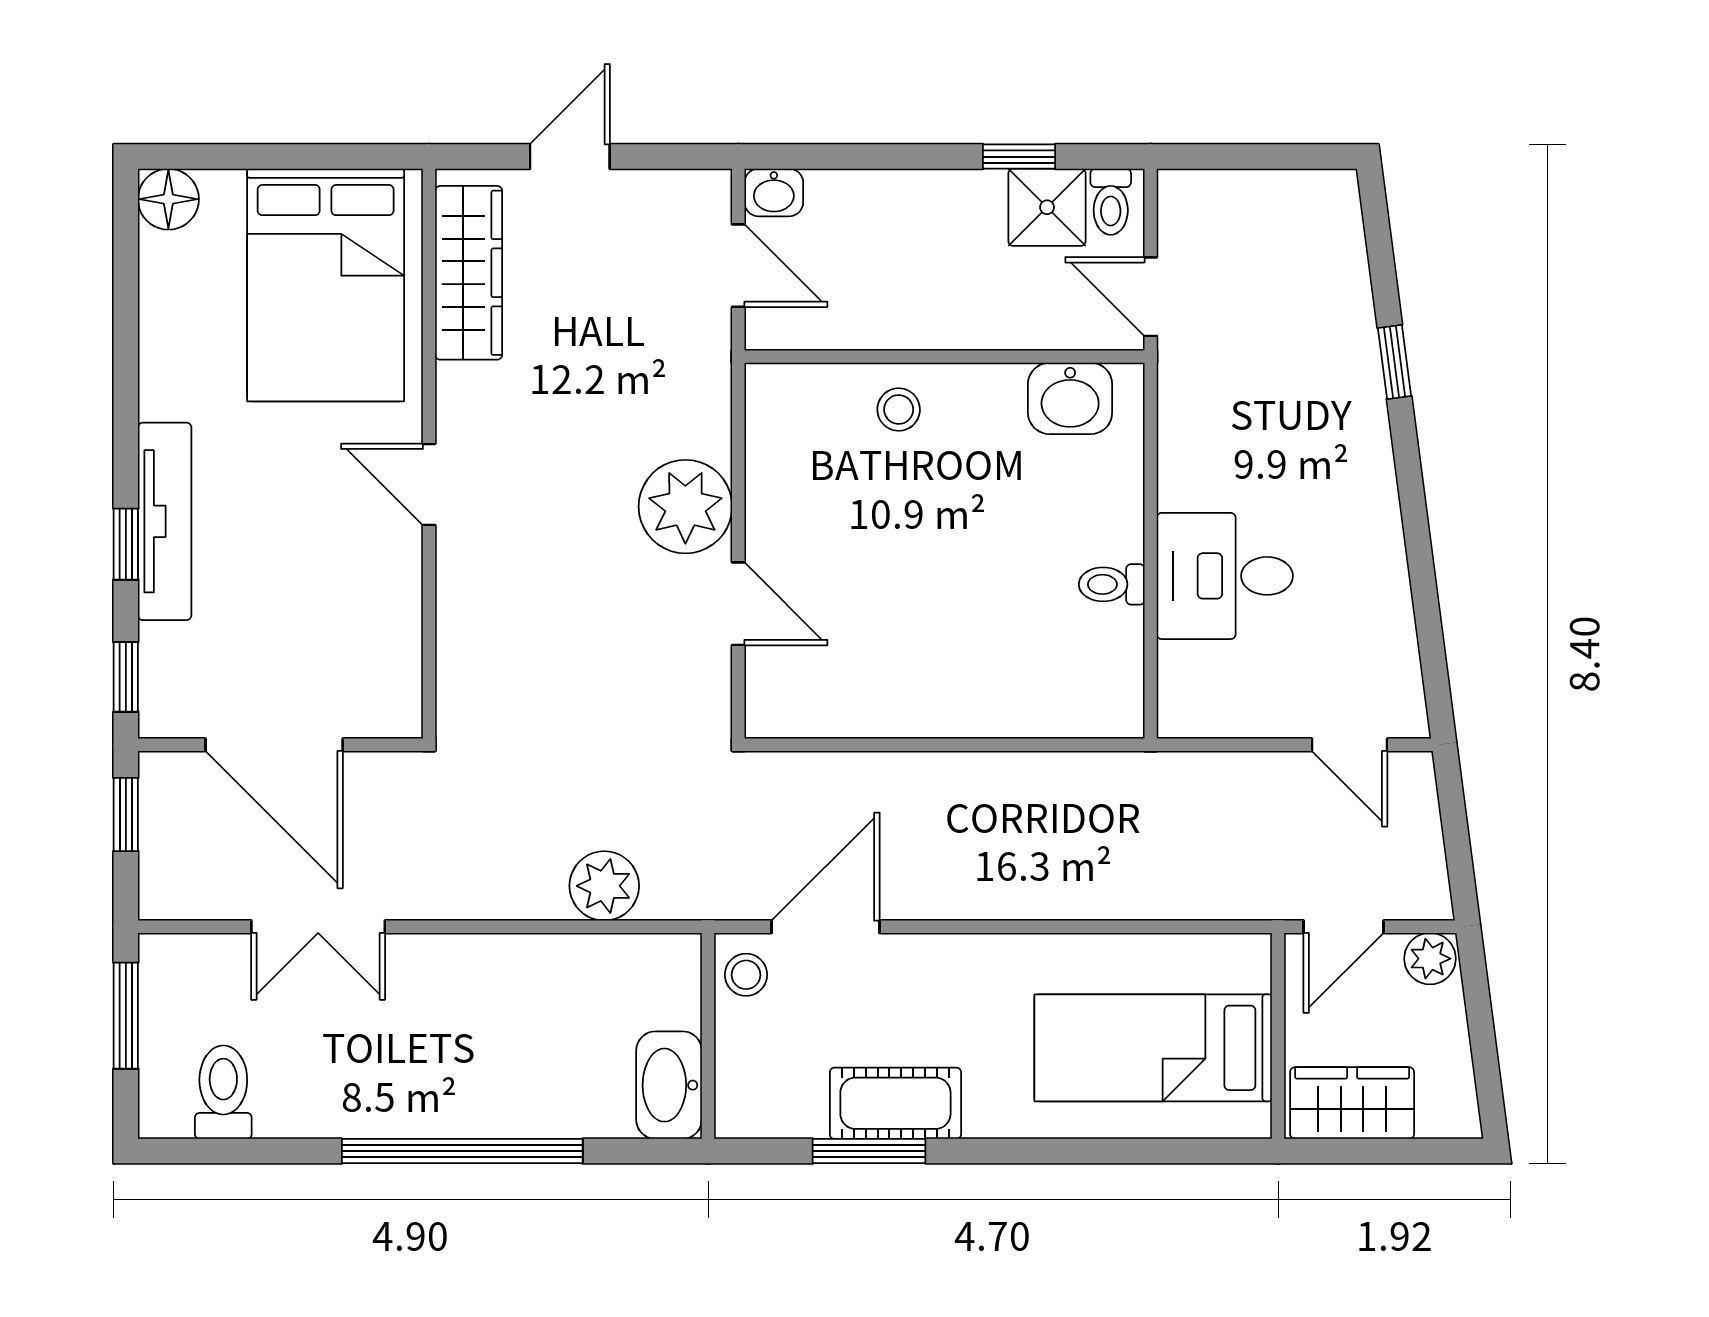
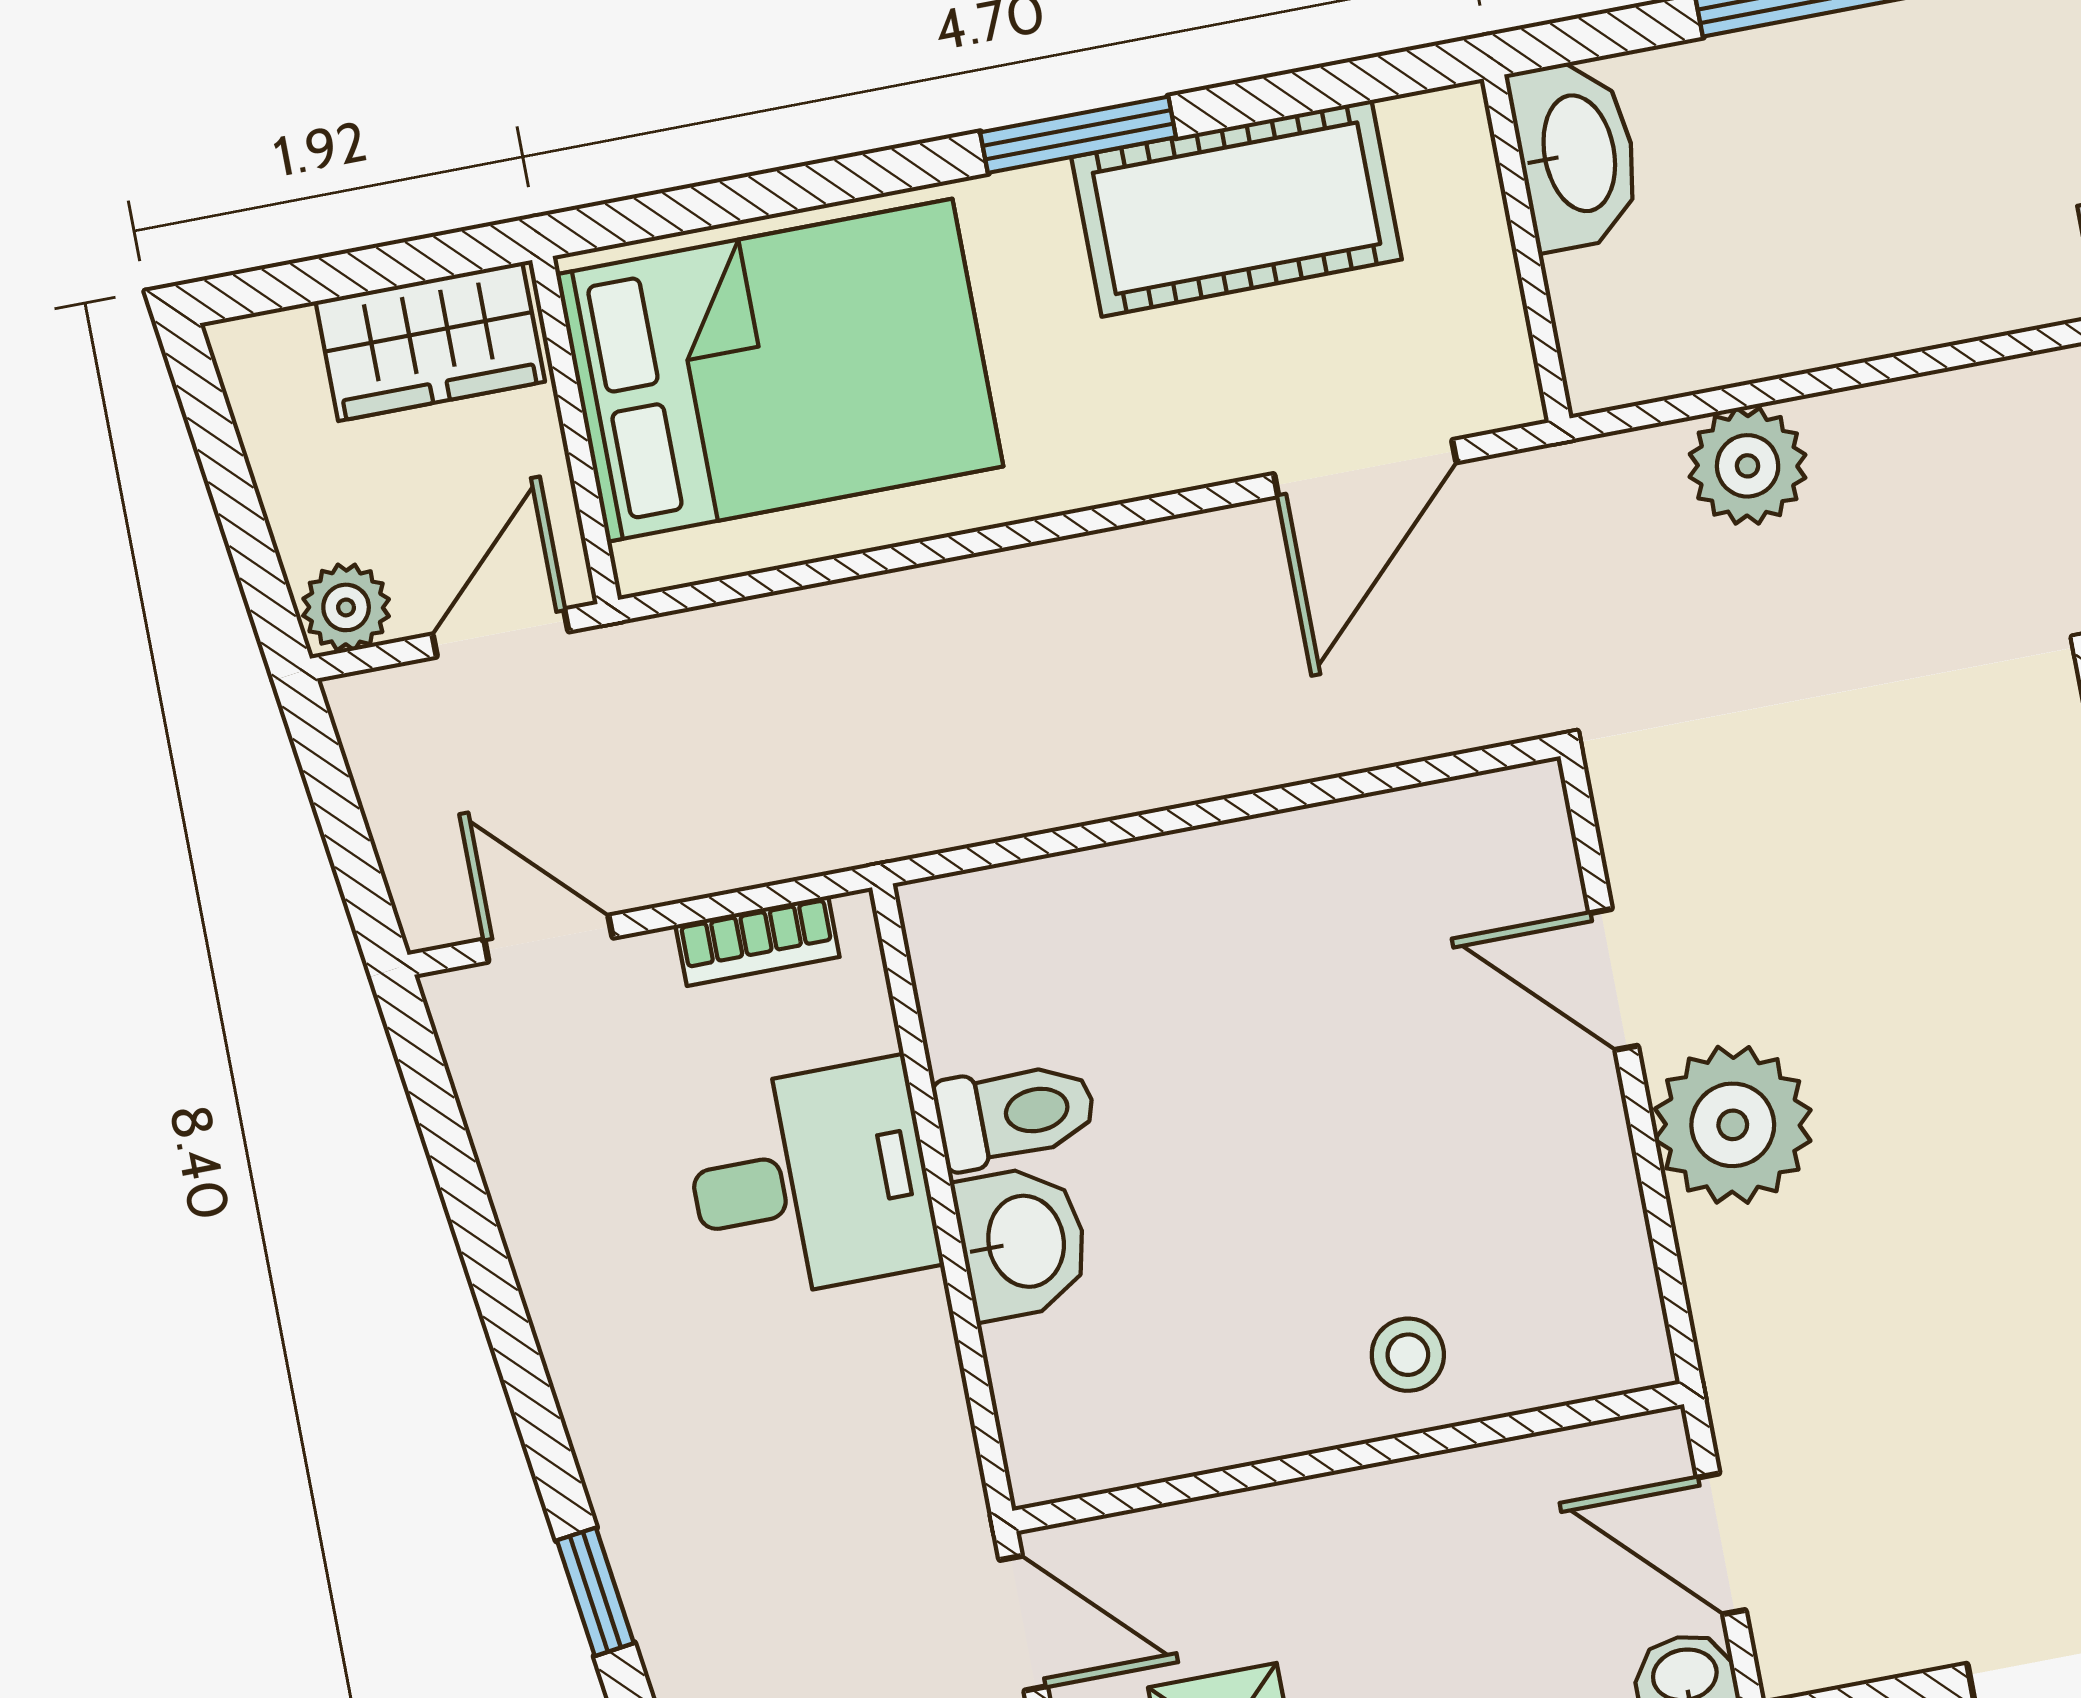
washbasin: (1070, 398) -> (1022, 1242), moved, turned 90
toilet: (1112, 584) -> (1015, 1114), width x1.37, depth x1.39
bookcase: (1229, 720) -> (757, 941), added
stool: (746, 975) -> (1483, 363), removed
bed: (1153, 1048) -> (780, 370), width x1.50
cot: (895, 1103) -> (1237, 208), width x1.37, depth x1.34
window: (869, 1151) -> (1078, 135), moved

